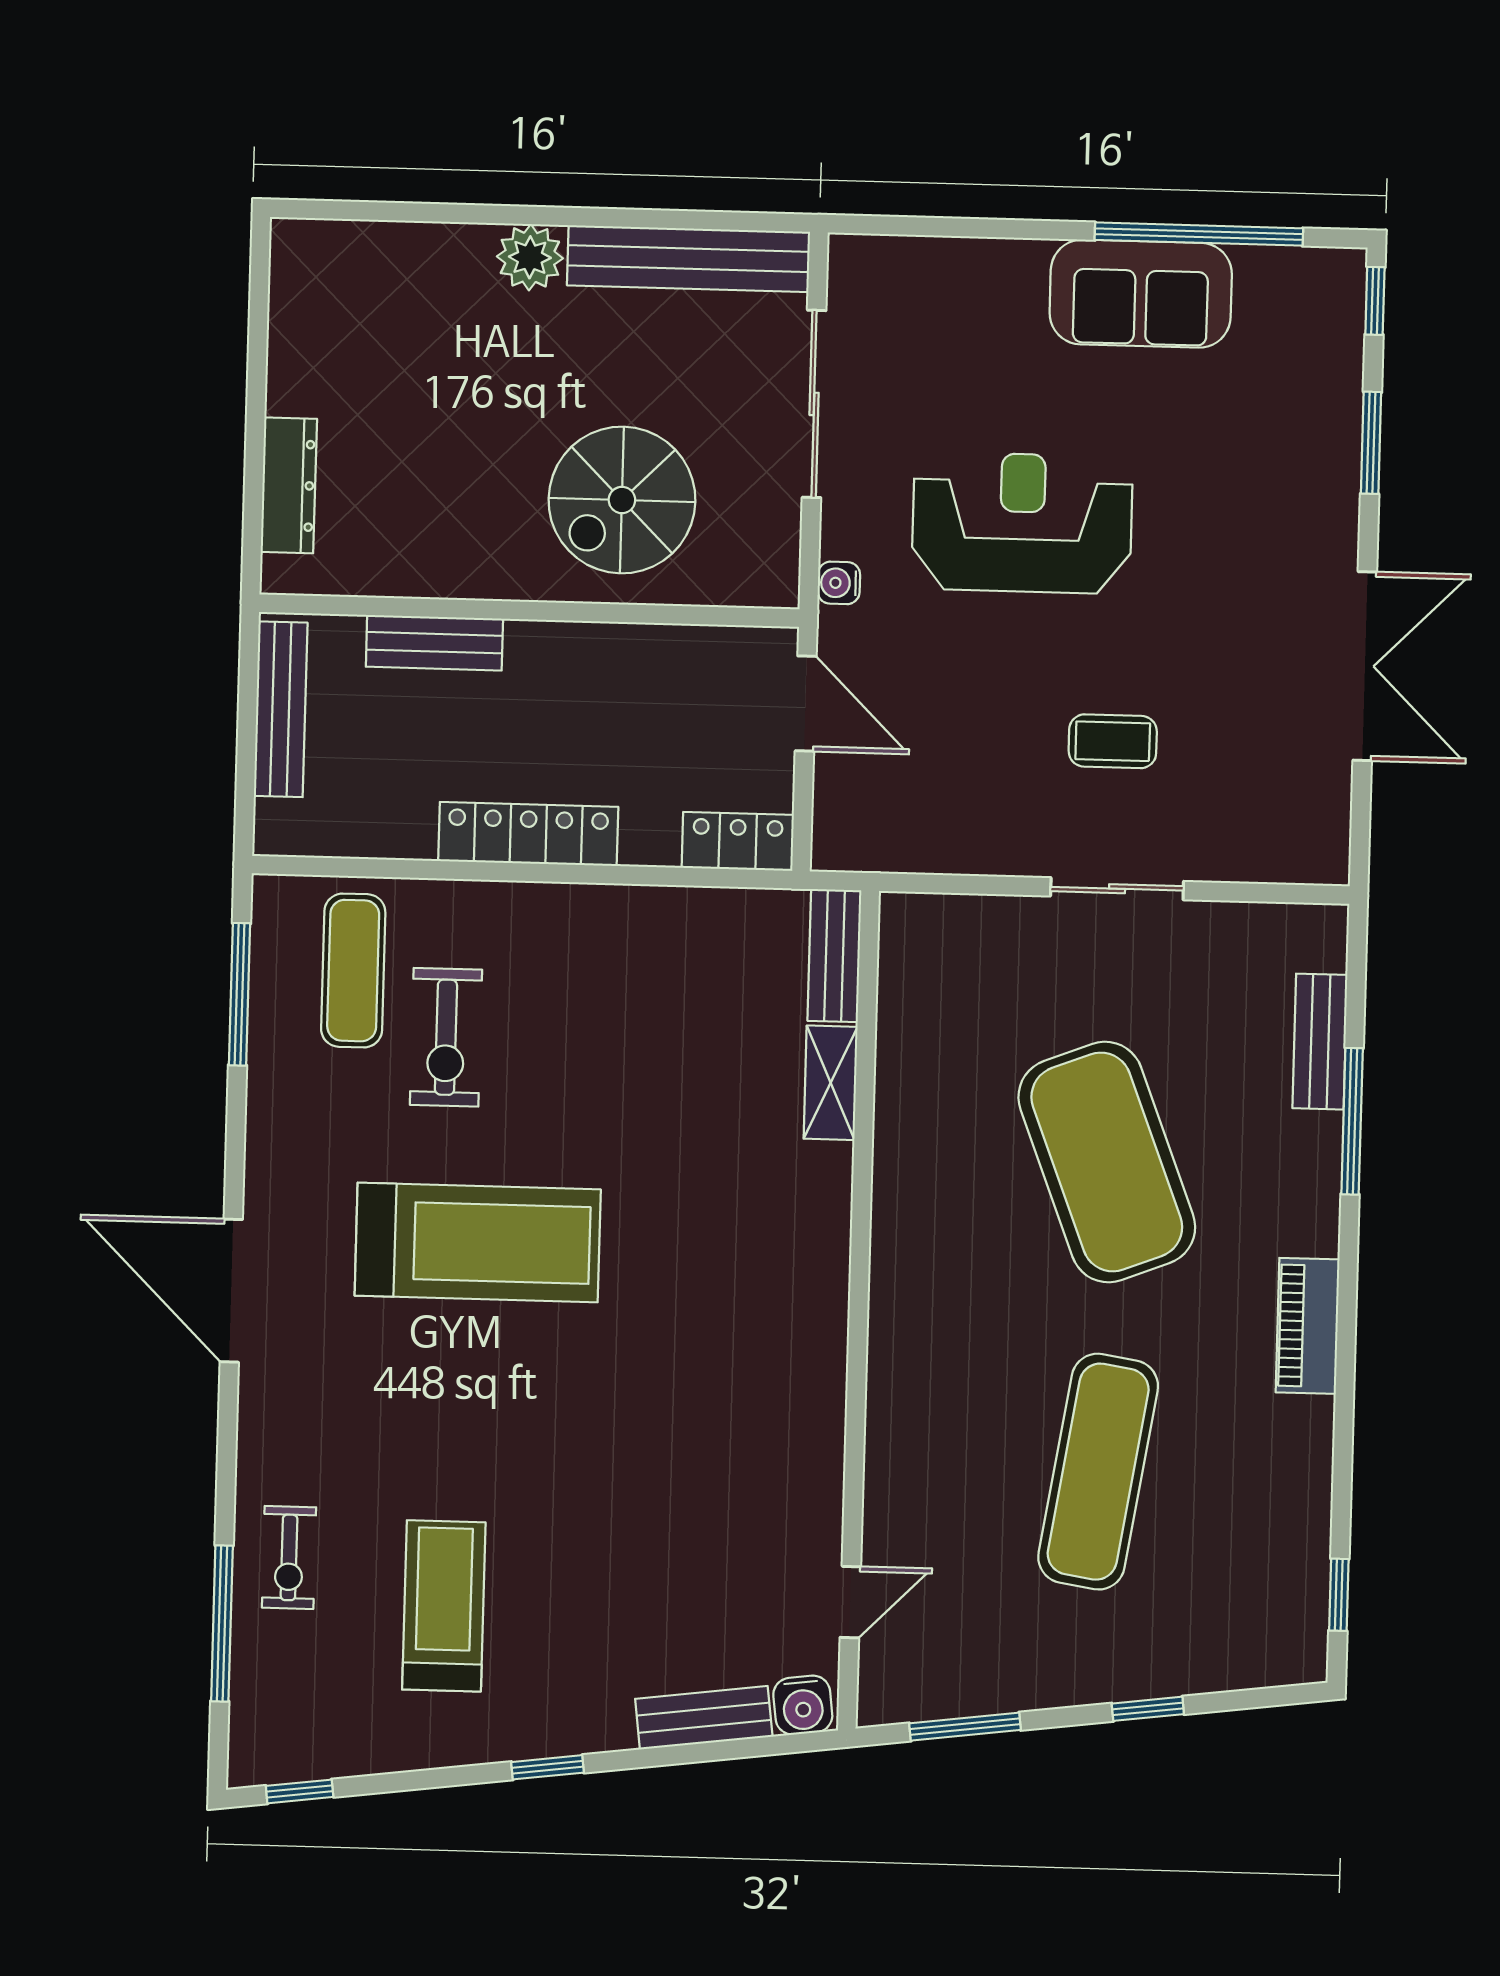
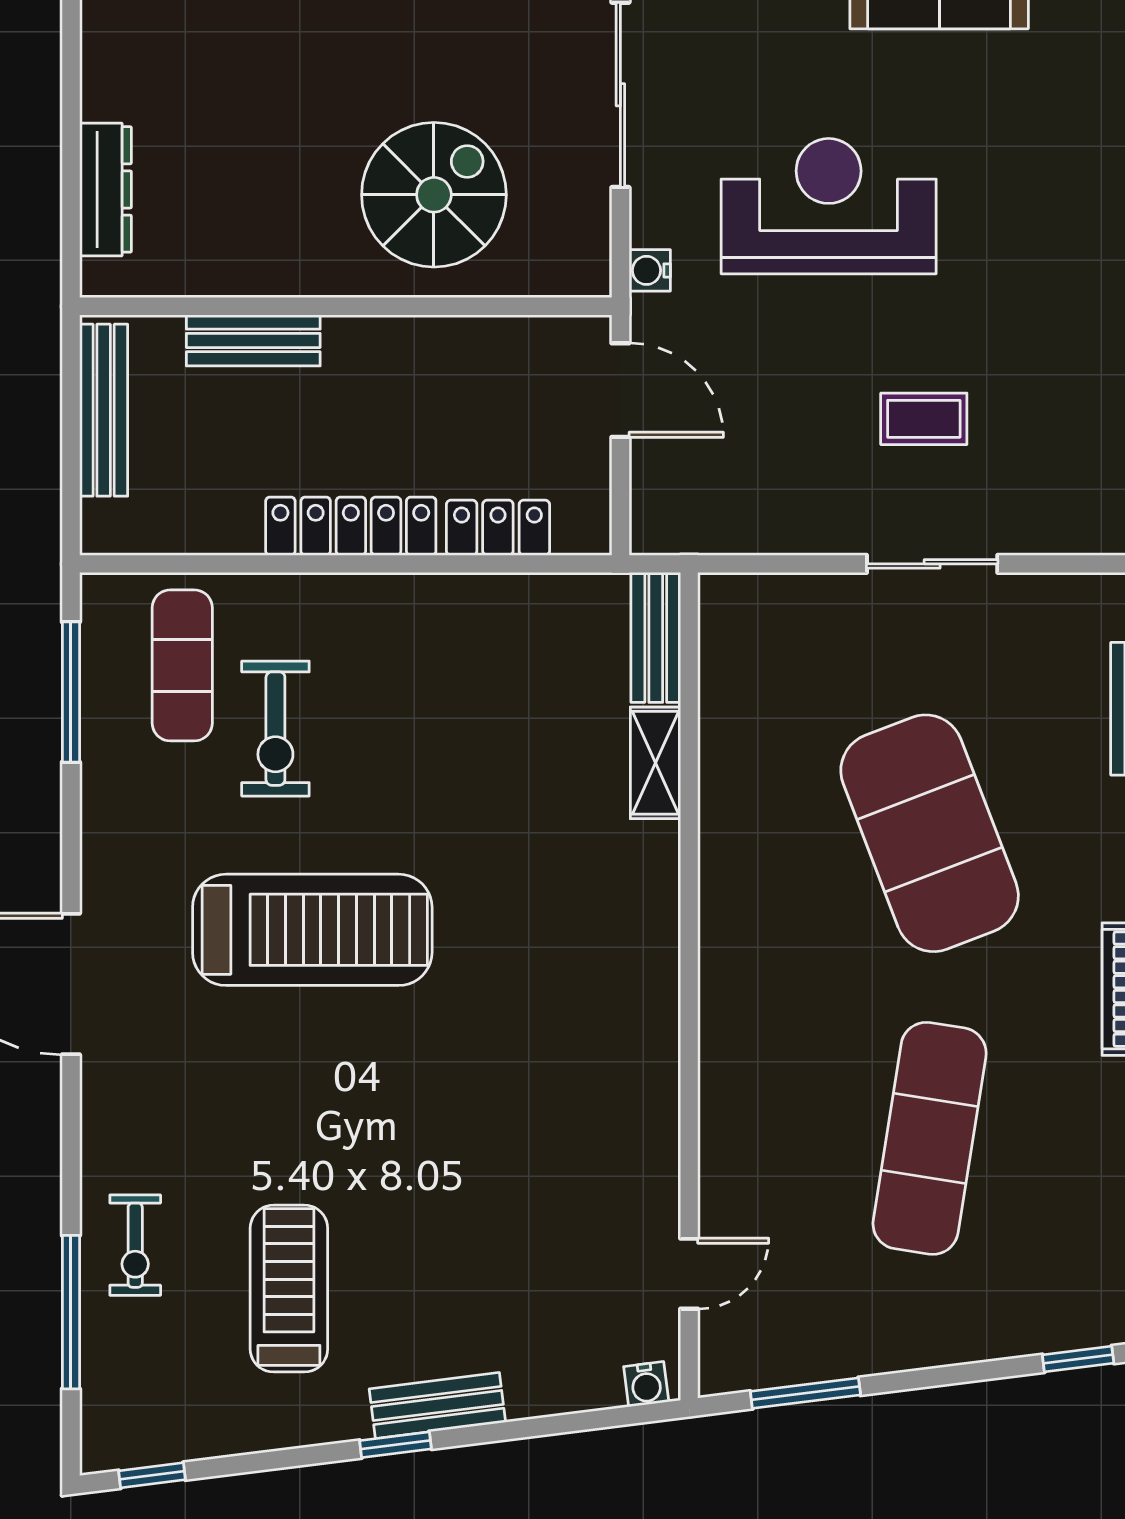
spiral stairs: (622, 500) -> (434, 195), turned 180
locker: (738, 841) -> (498, 528), moved
water cooler: (803, 1705) -> (646, 1384), width x0.72, depth x0.72
window: (1148, 1709) -> (1078, 1359), moved
bench: (704, 1718) -> (437, 1405), moved

